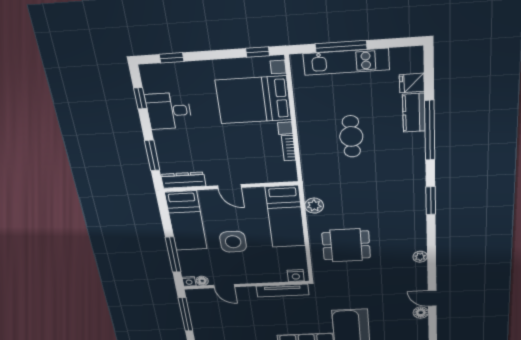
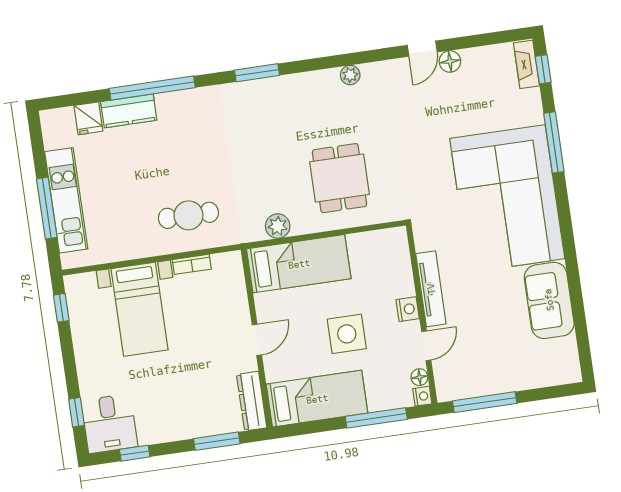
bed with nightstands: (253, 100) -> (140, 309), width x0.73
desk: (169, 111) -> (109, 424), moved
cafe table: (351, 136) -> (188, 215), moved
nightstand: (296, 276) -> (408, 309), moved
tv unit: (283, 291) -> (431, 289), moved

